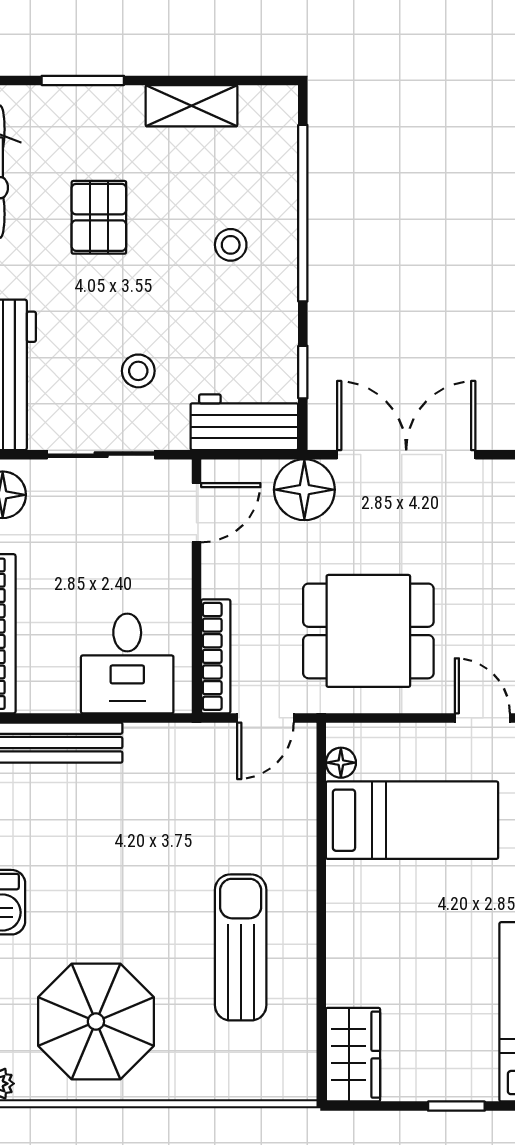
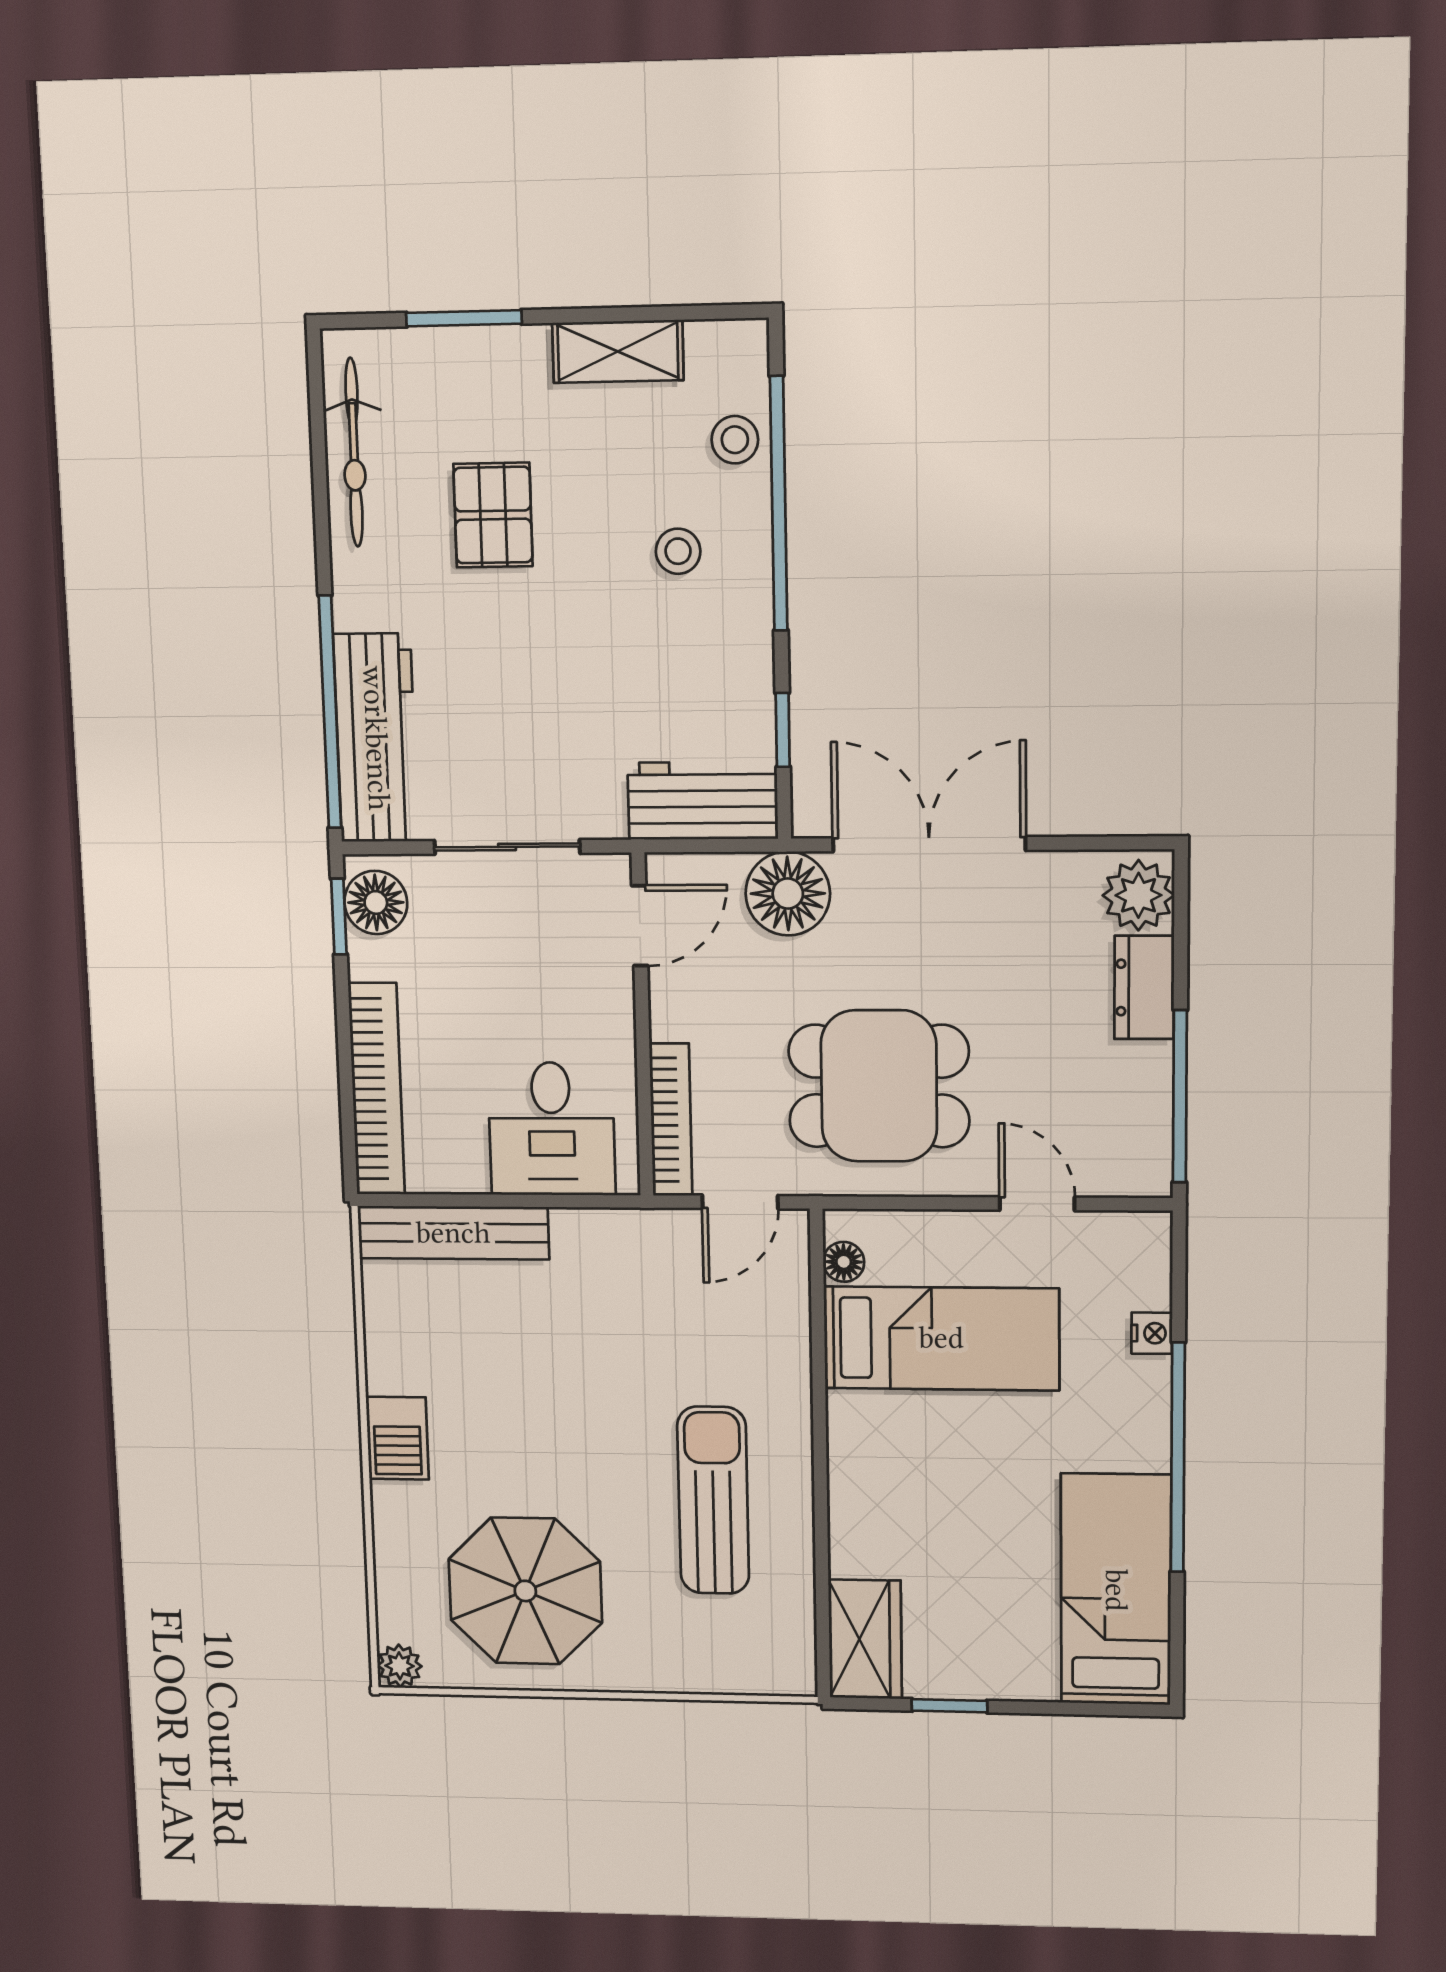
stool: (138, 371) -> (735, 440), moved
window: (456, 1106) -> (949, 1706), moved

